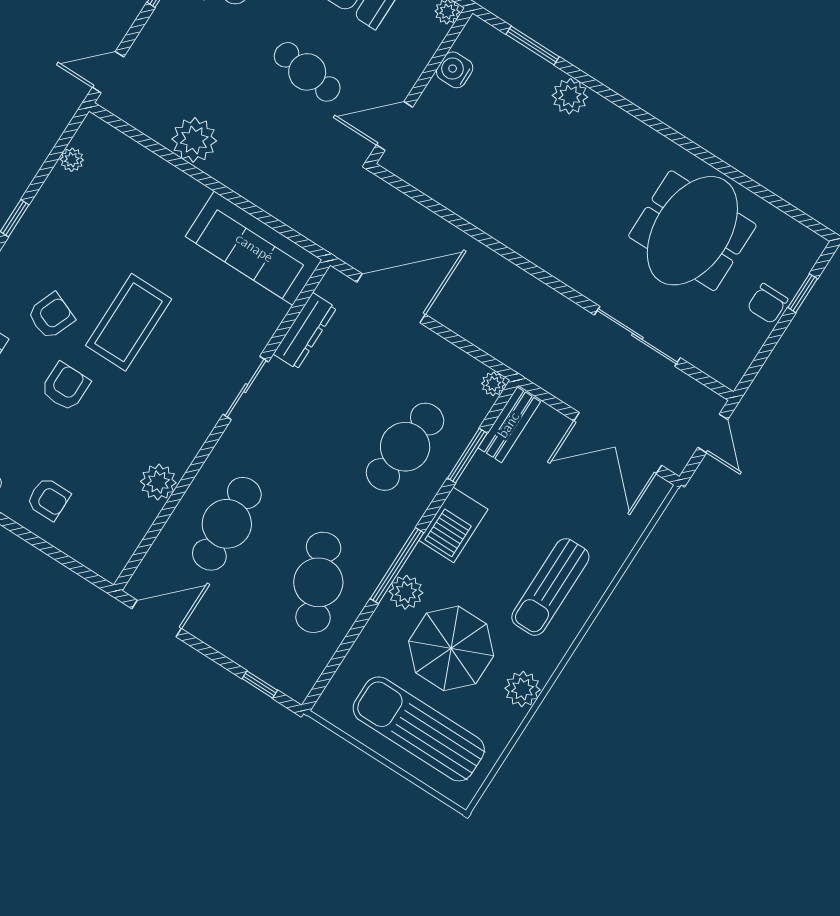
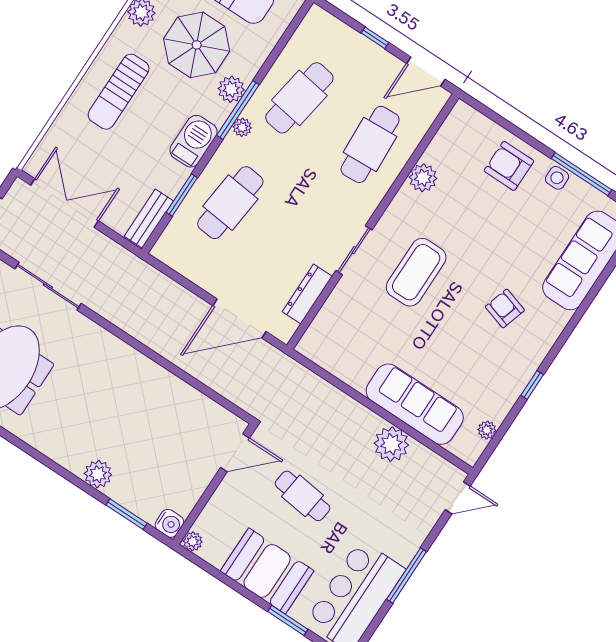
water cooler: (455, 70) -> (169, 523), moved
sofa: (254, 248) -> (415, 404), moved
armchair: (51, 316) -> (505, 308), turned 85
coffee table: (129, 322) -> (416, 272), moved
plant: (493, 384) -> (242, 127), moved
armchair: (65, 387) -> (494, 253), removed
armchair: (48, 499) -> (509, 166), width x1.38, depth x1.38
cafe table: (318, 582) -> (299, 98), turned 33
sun lounger: (550, 587) -> (119, 92), turned 180
window: (260, 684) -> (375, 38), moved

